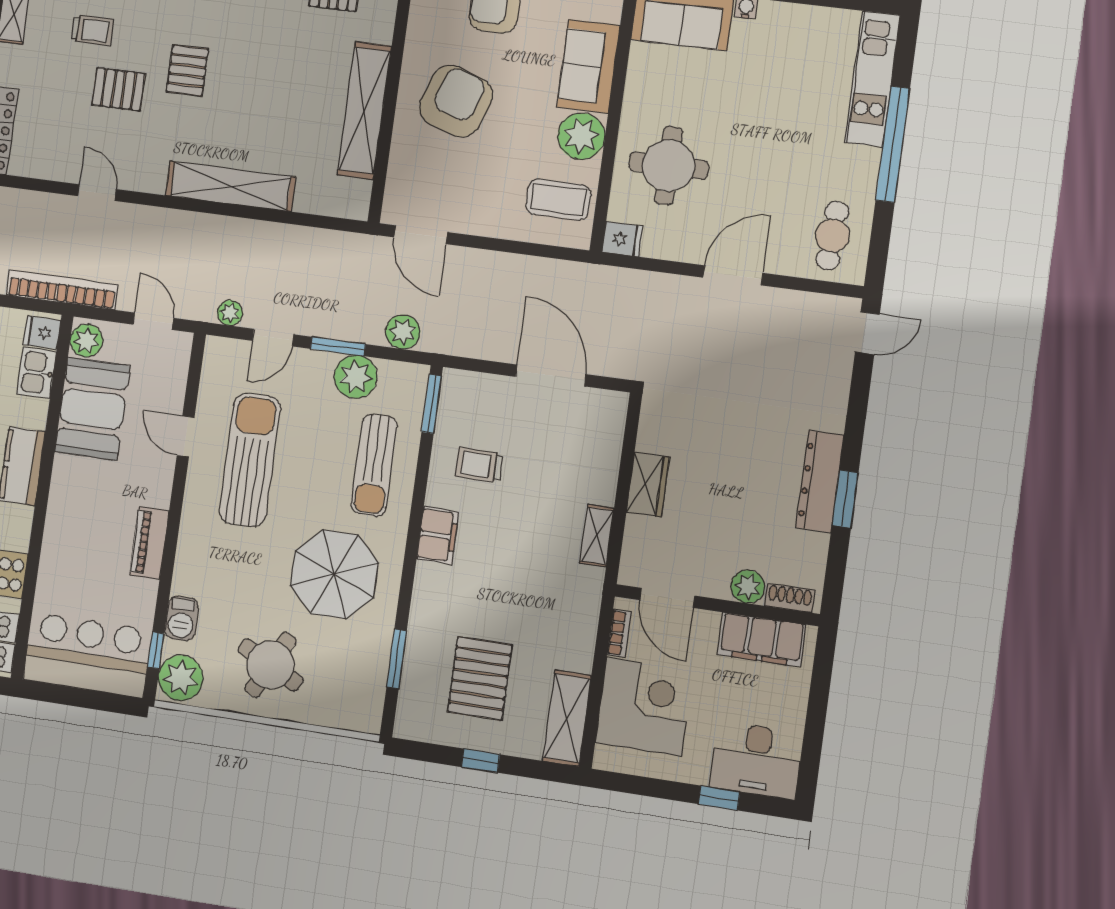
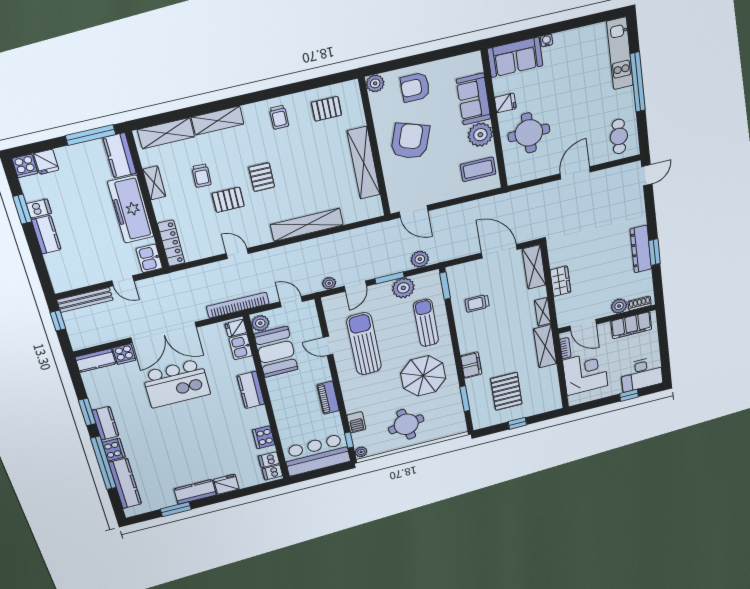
trolley: (92, 30) -> (202, 176), turned 92
fridge: (622, 239) -> (505, 103), moved
shelving: (606, 434) -> (534, 267), added
sun lounger: (374, 465) -> (426, 323), turned 180
filing cabinet: (438, 535) -> (471, 365), moved
round table: (271, 665) -> (406, 424), turned -37
plant: (181, 678) -> (361, 452), width x0.53, depth x0.53
shelving: (567, 718) -> (545, 346), moved

